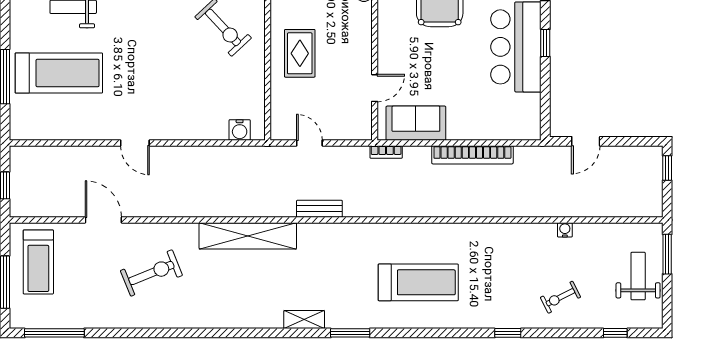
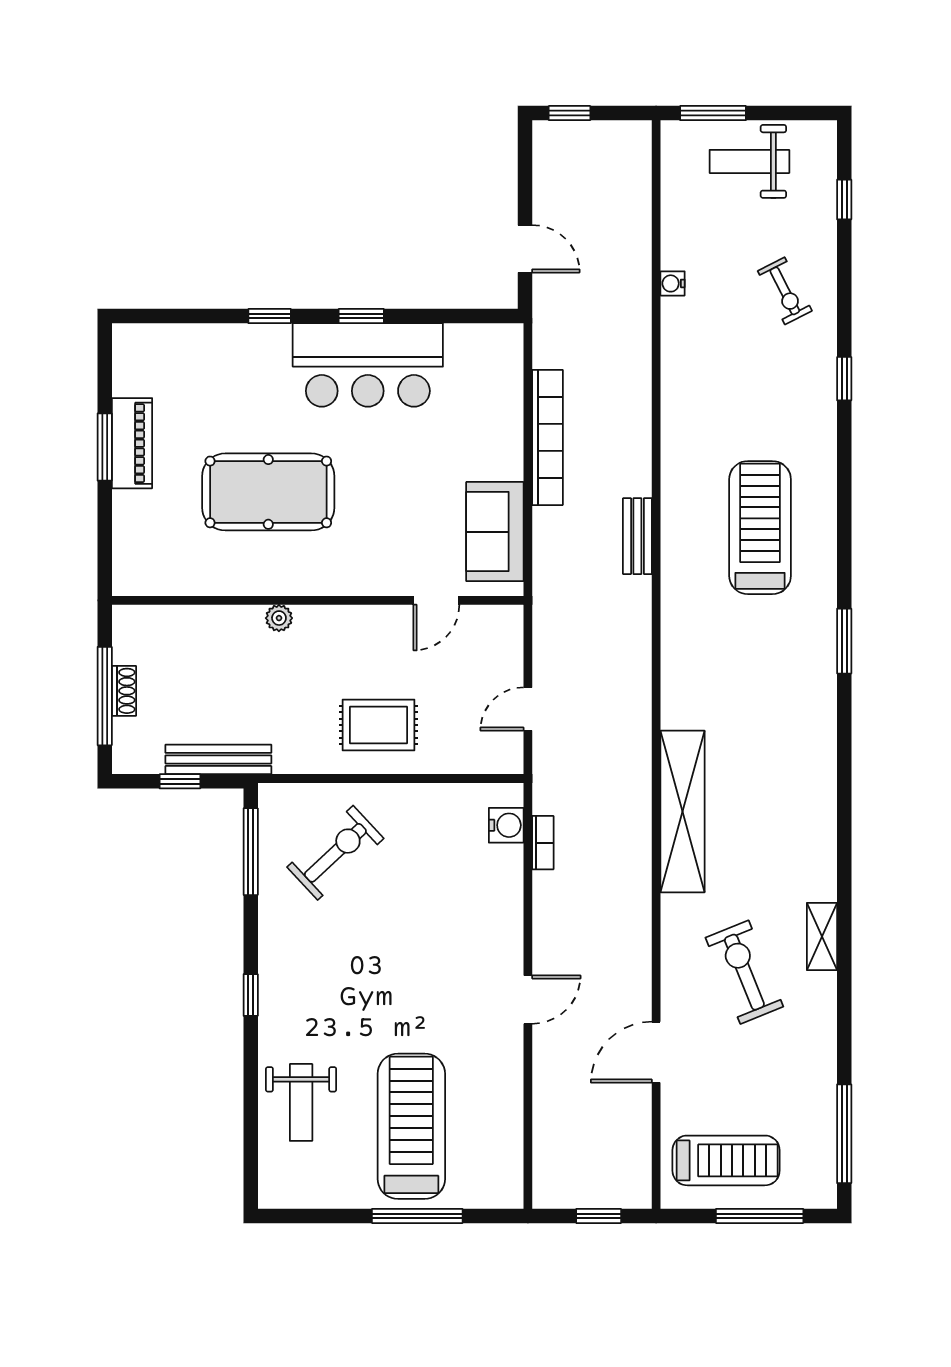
door: (375, 88) -> (436, 600), swing flipped
bookcase: (386, 152) -> (543, 843), moved
bench: (319, 209) -> (637, 536), moved
shelving: (304, 320) -> (822, 937), moved

